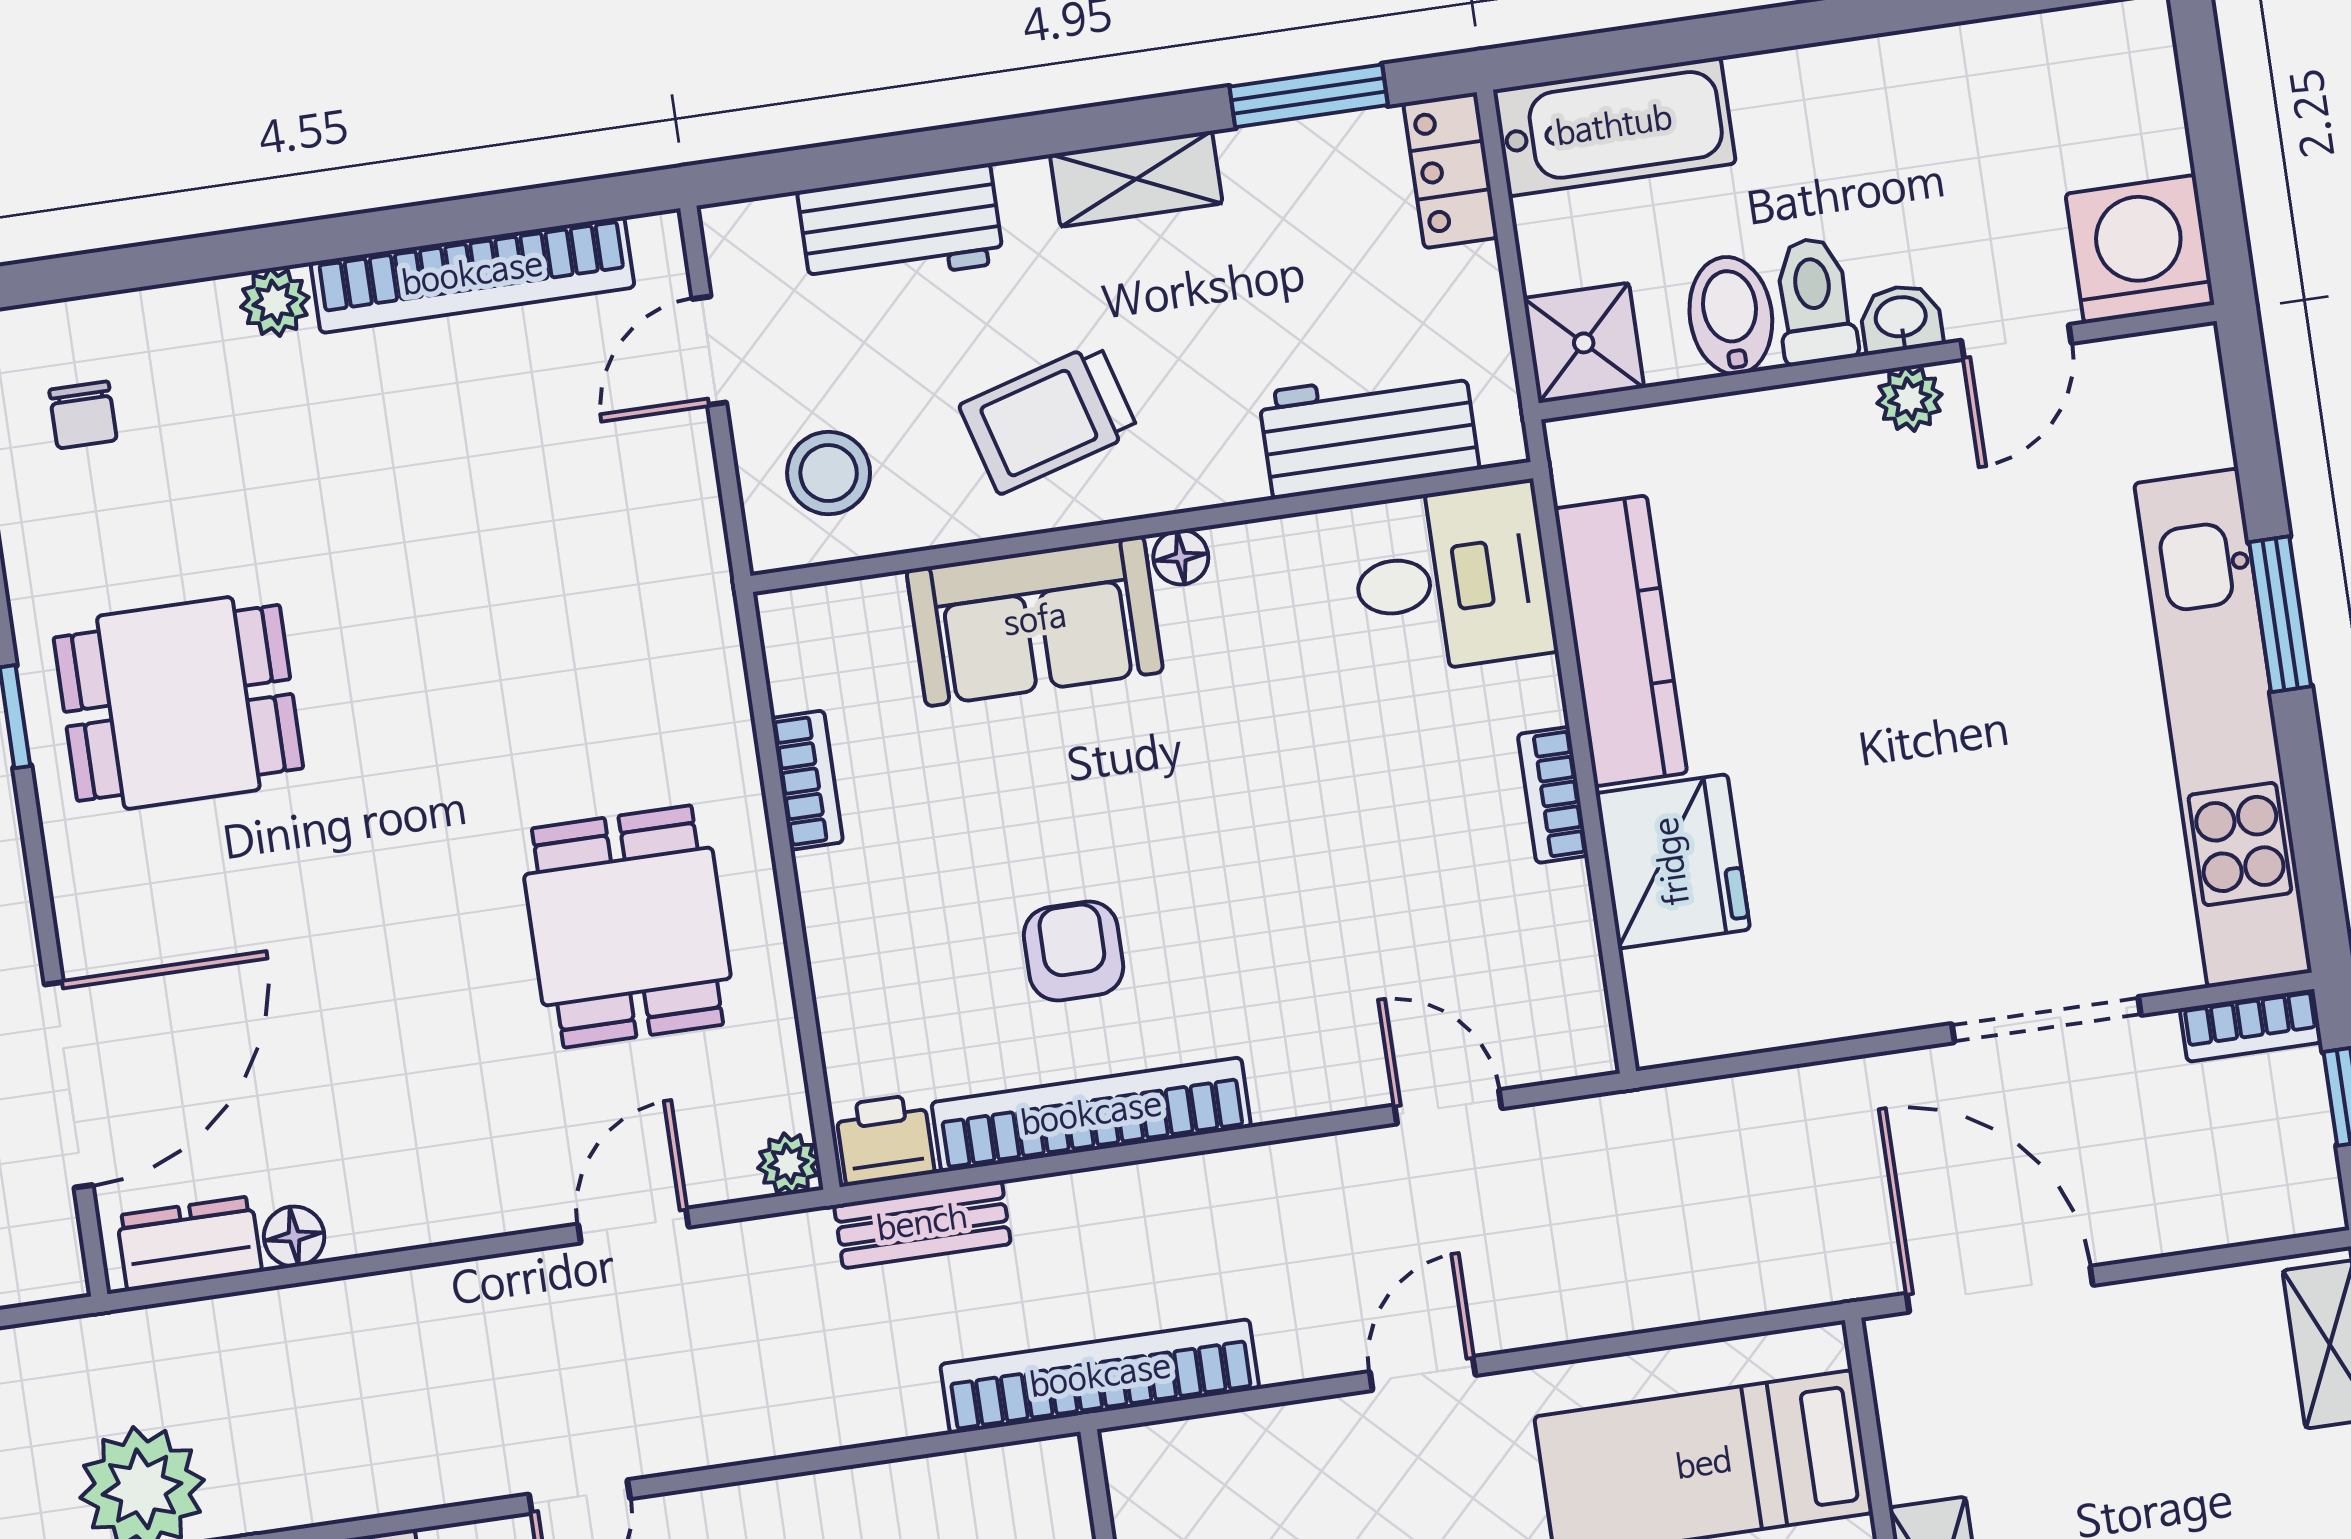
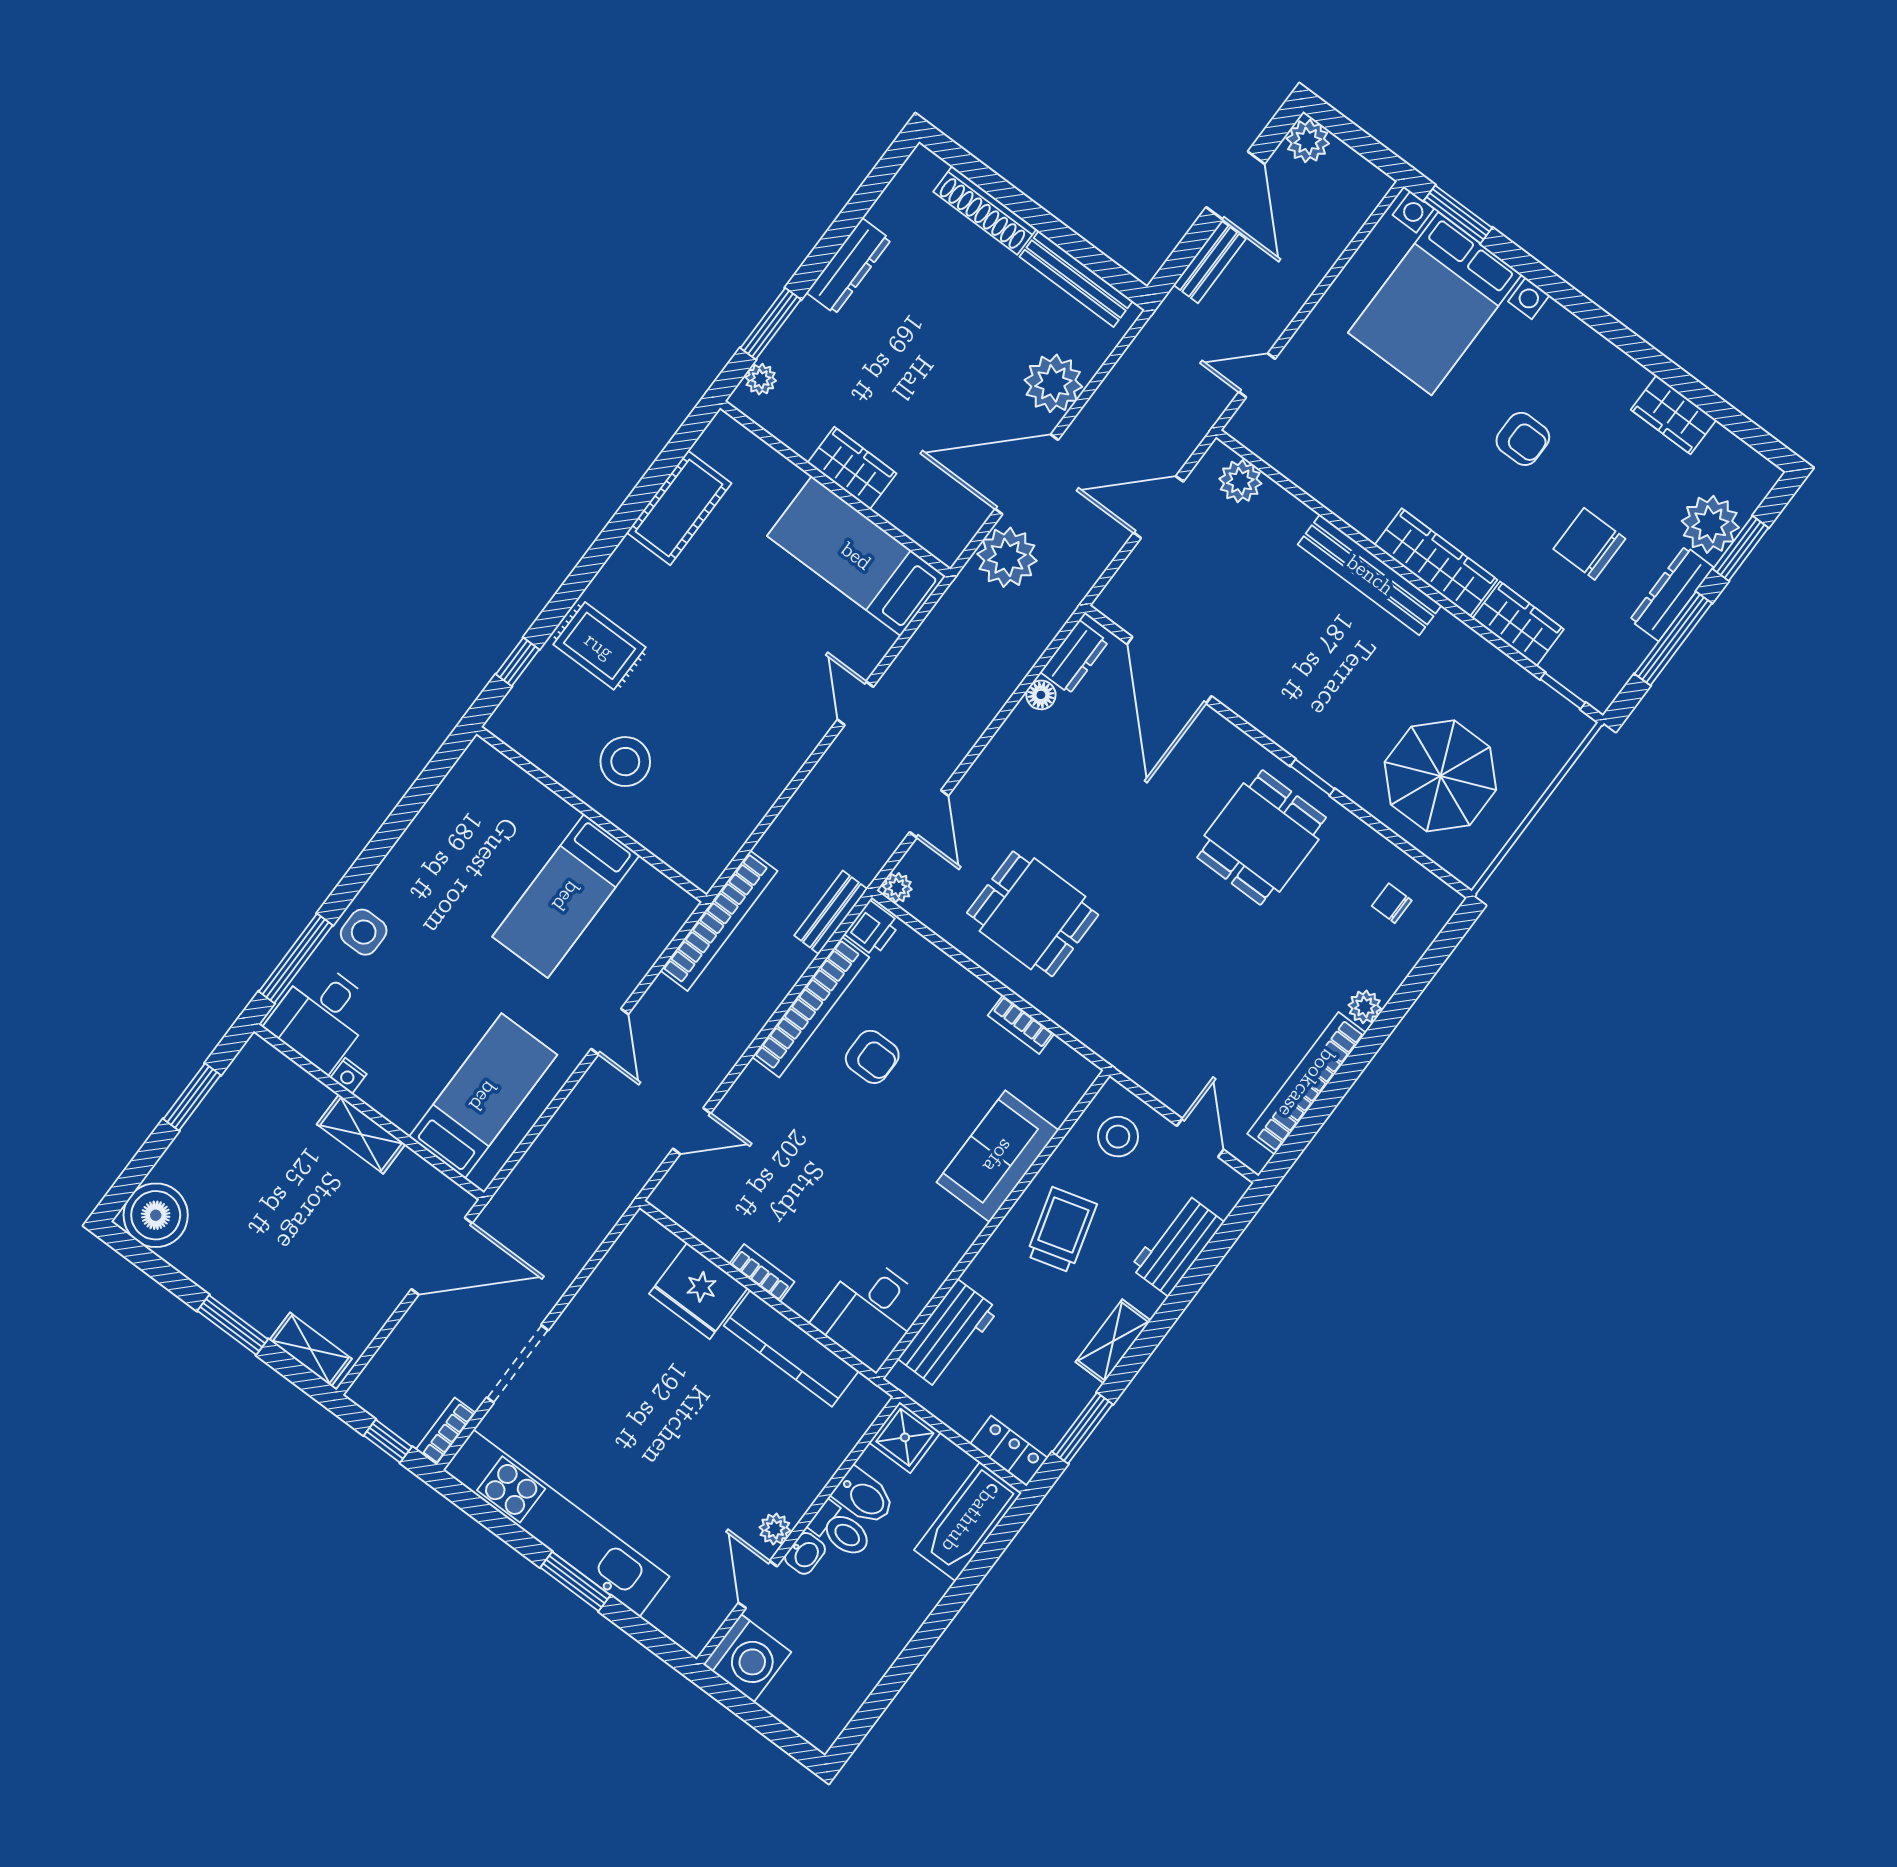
floor lamp: (1181, 557) -> (969, 1228), removed

